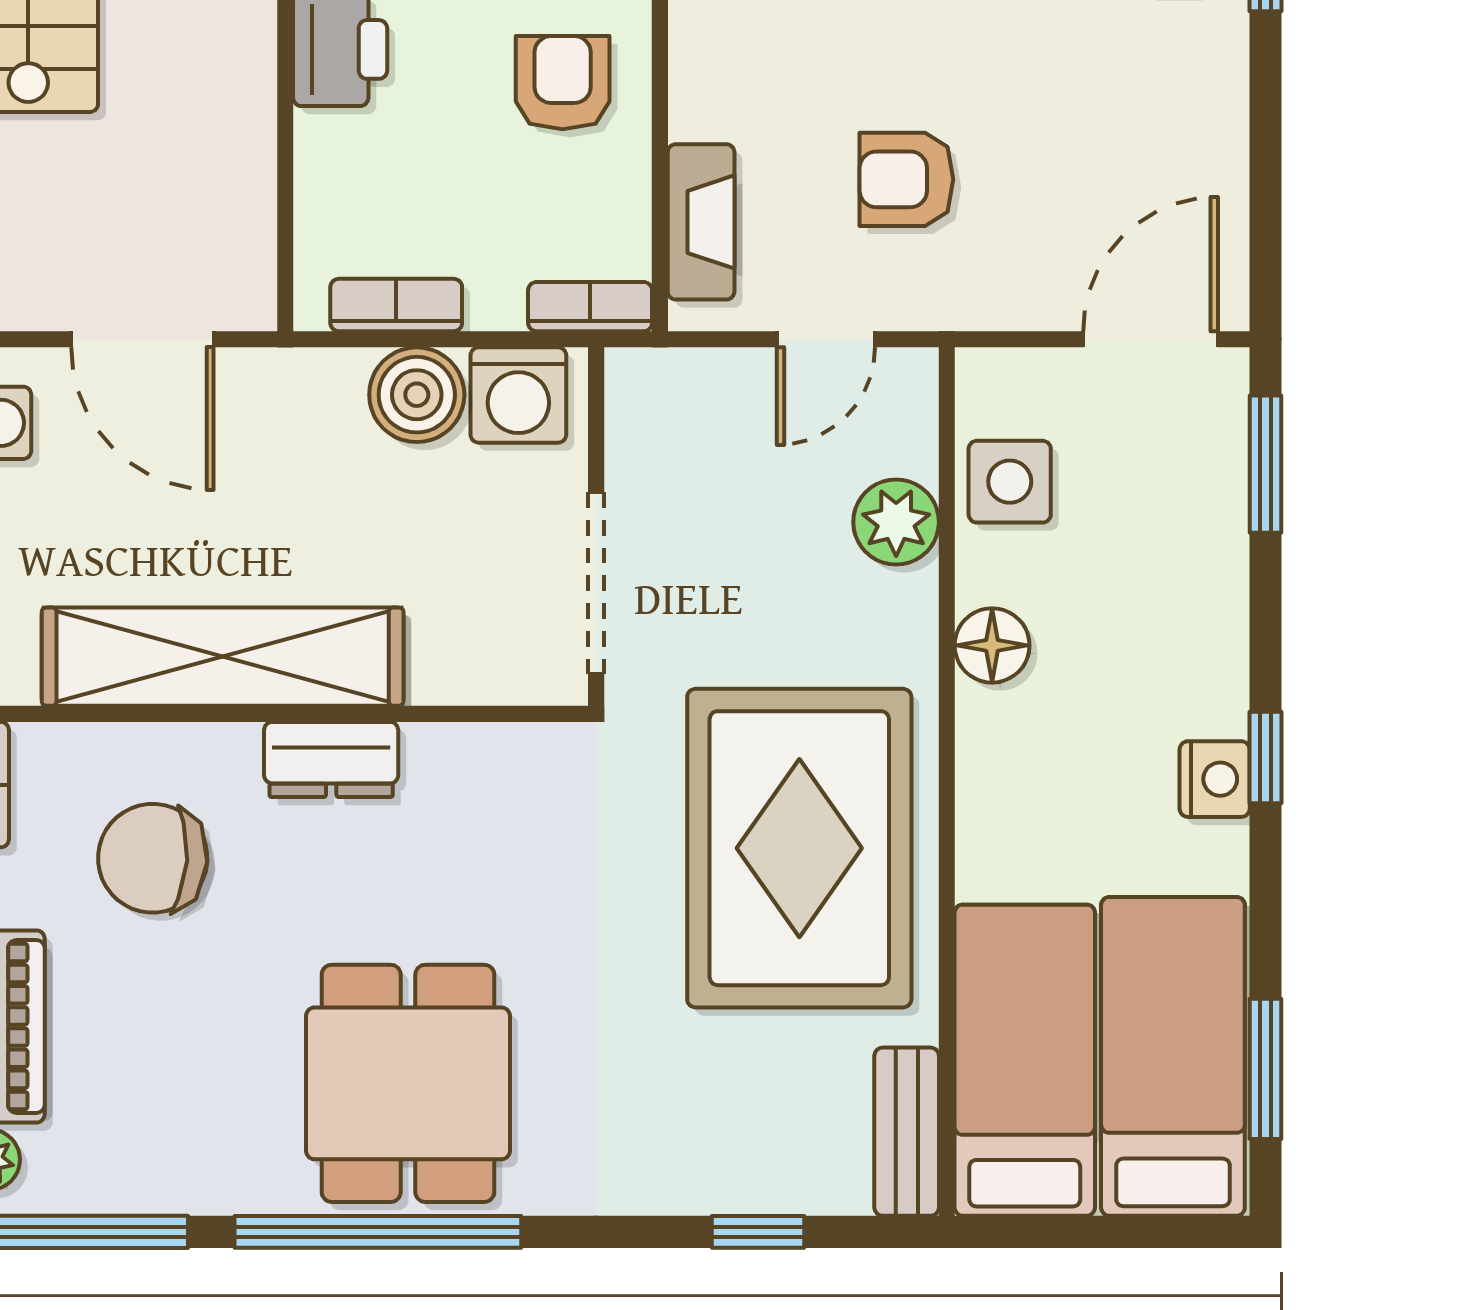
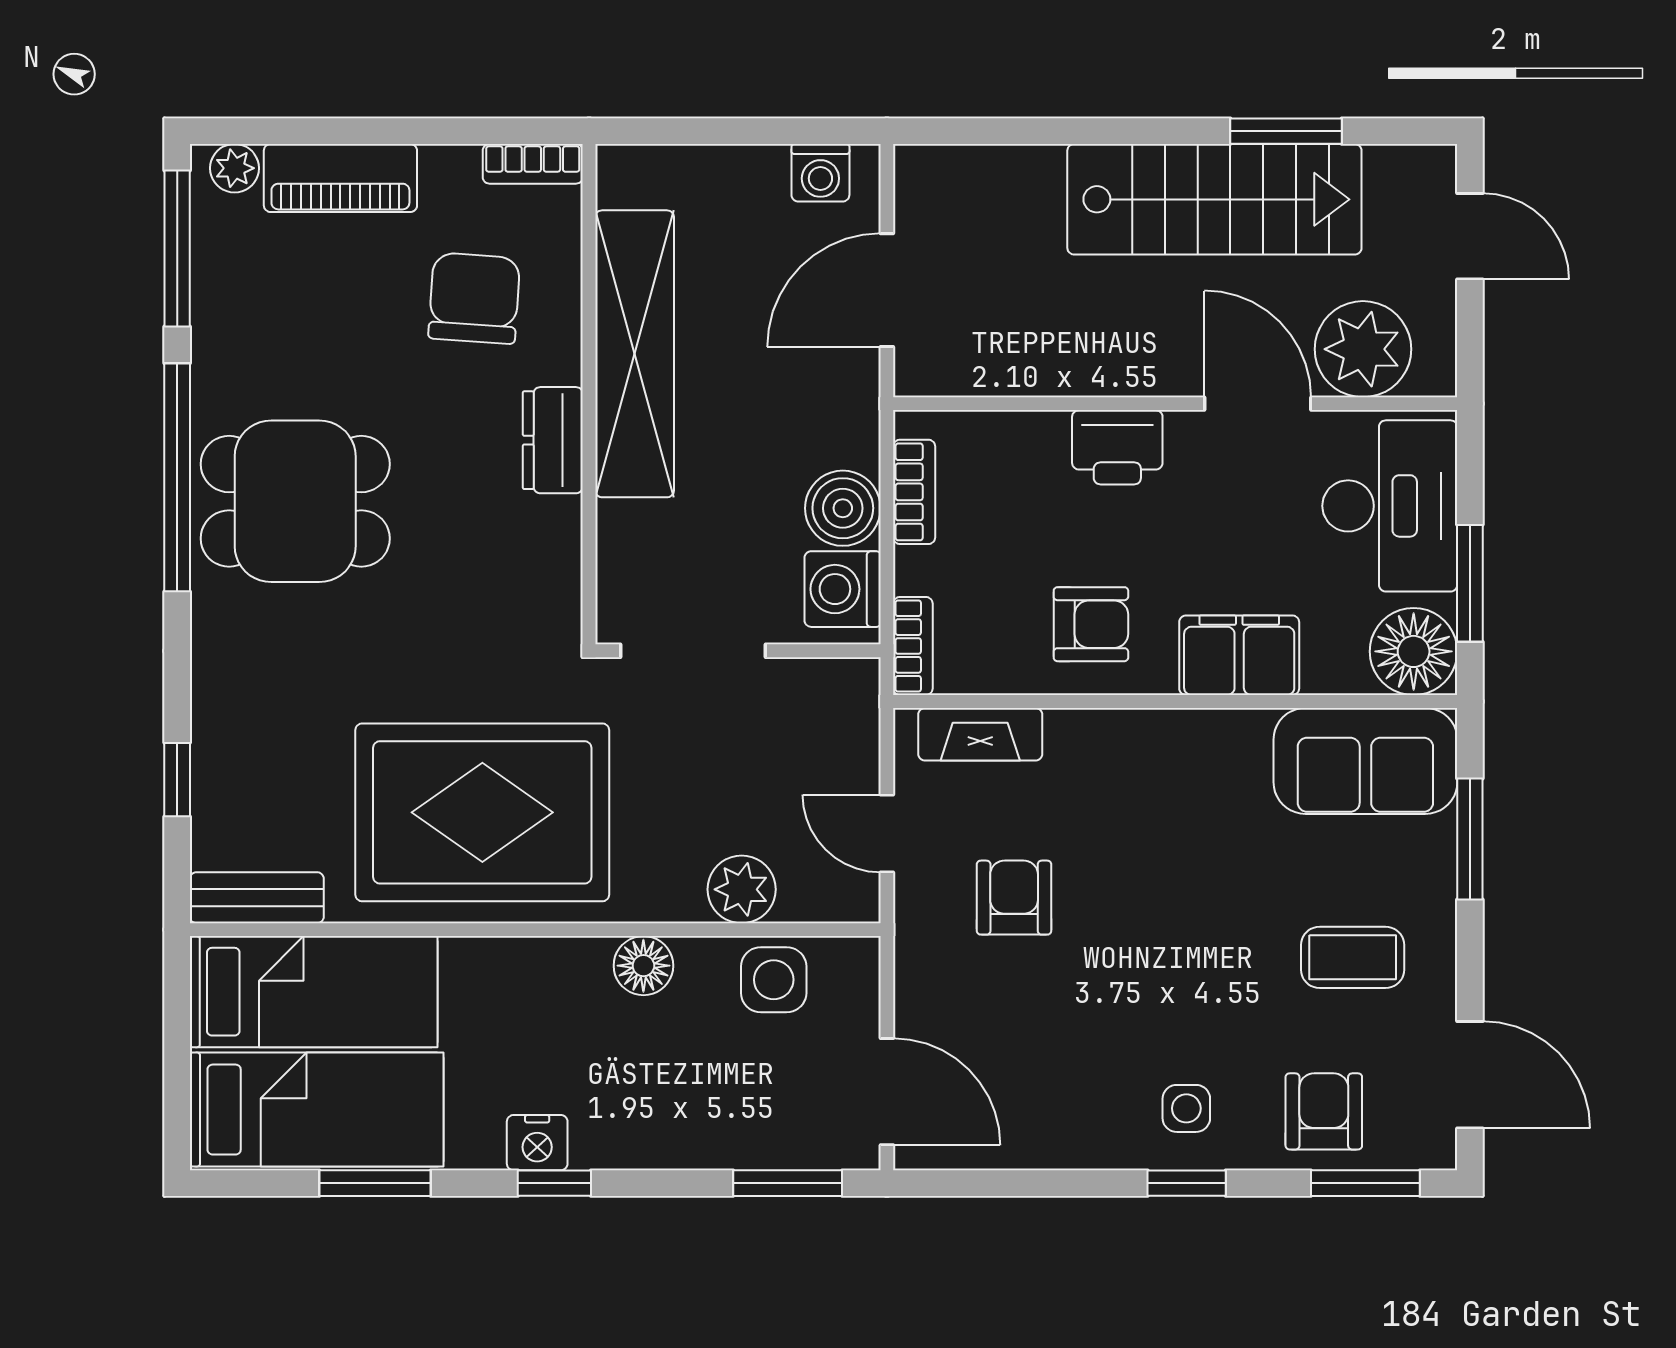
window: (1266, 1069) -> (375, 1183), moved

